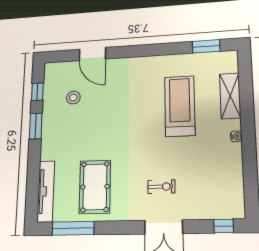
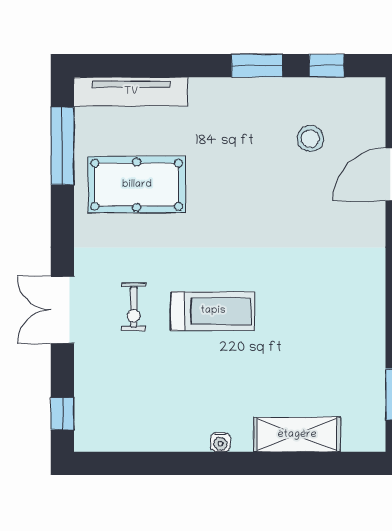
treadmill: (180, 106) -> (213, 311), moved, width x0.73, depth x0.73

